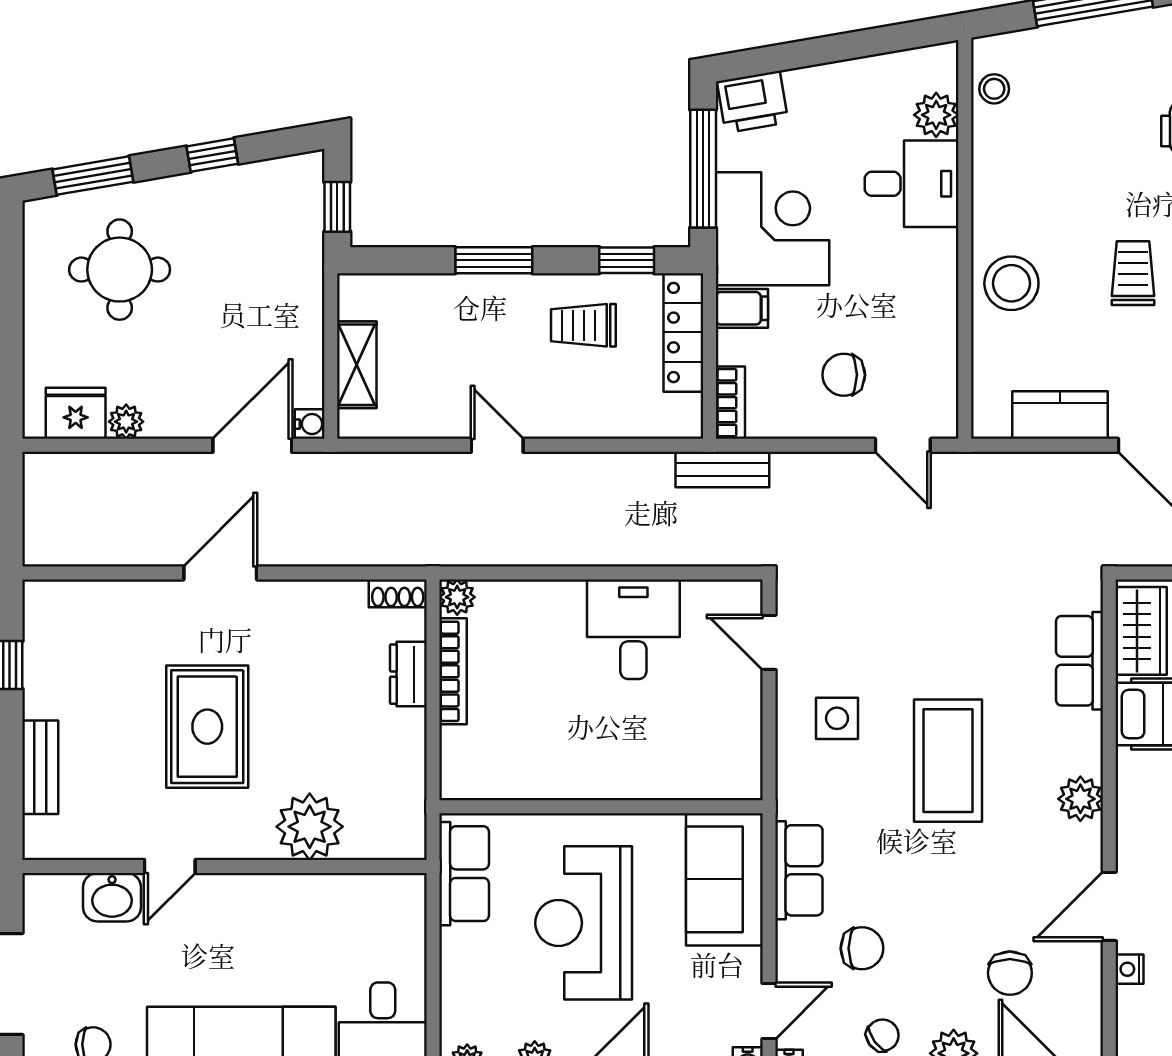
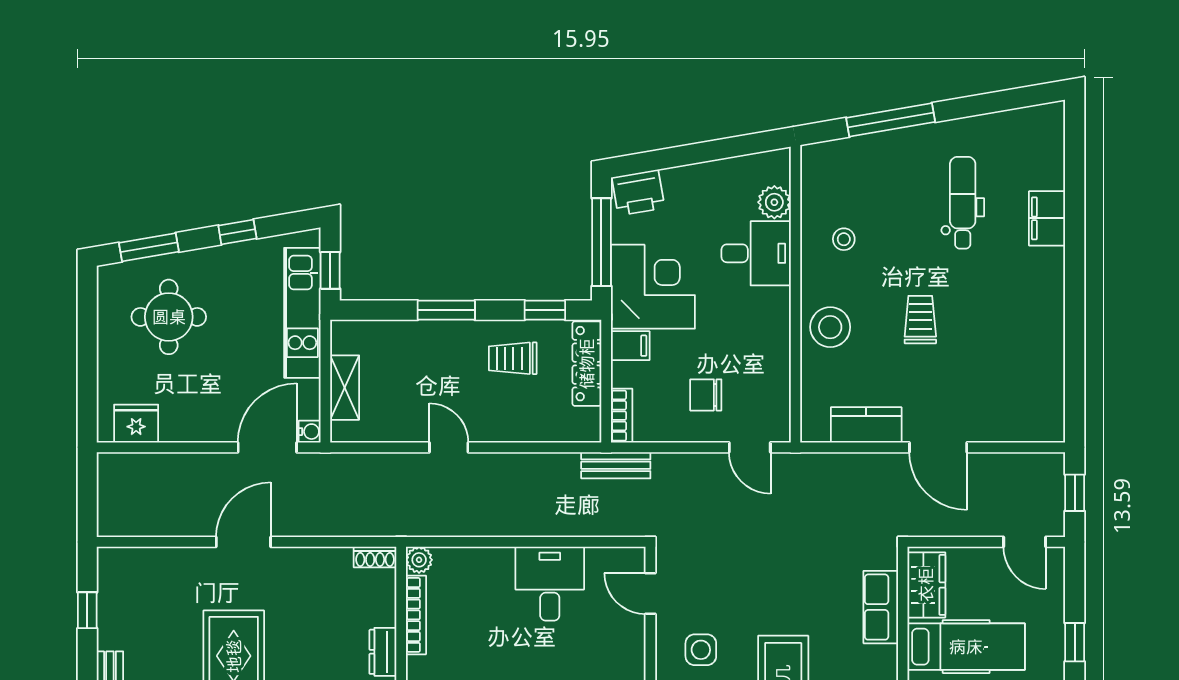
stool: (994, 89) -> (844, 239), moved
kitchen unit: (300, 264) -> (302, 313), added
plant: (126, 422) -> (174, 430), removed
dresser: (408, 674) -> (383, 652), moved

